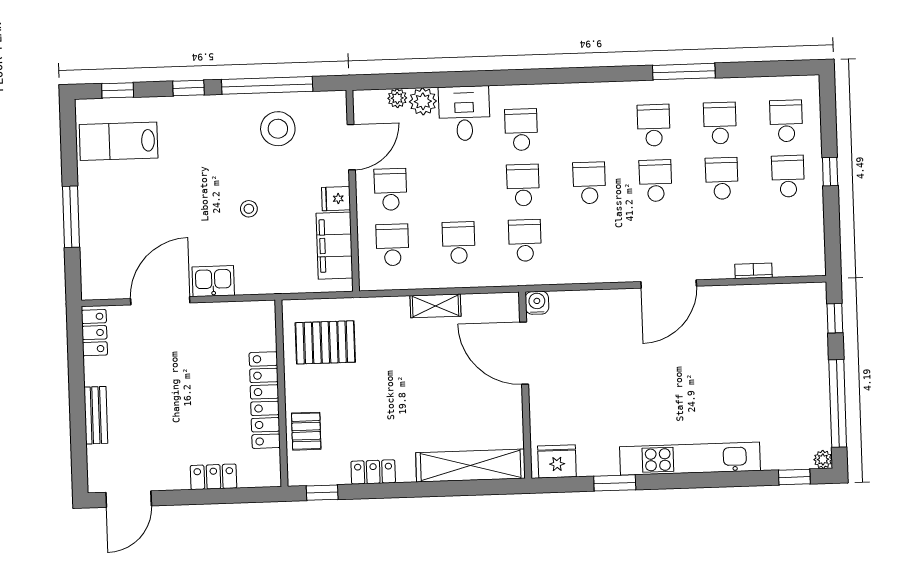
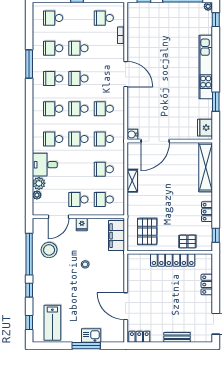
school desk: (587, 127) -> (53, 109), added
door: (351, 147) -> (59, 217), swing flipped
school desk: (788, 176) -> (104, 18), moved
school desk: (591, 238) -> (104, 109), added
filing cabinet: (334, 246) -> (117, 236), moved, turned 90
kitchen sink: (213, 281) -> (91, 335), moved, turned 90

